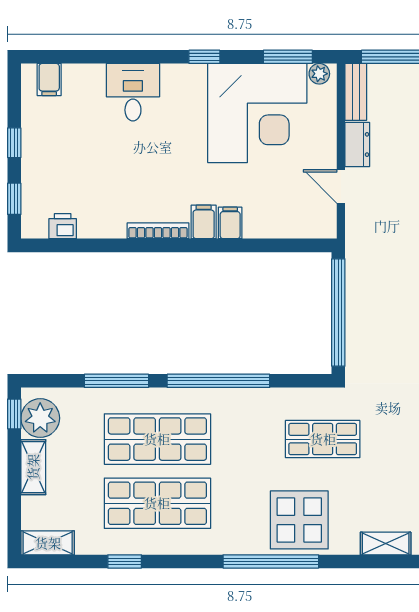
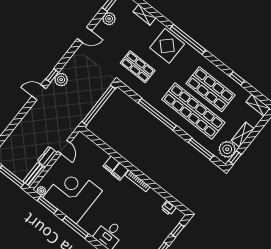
window: (204, 57) -> (75, 227), width x2.17
window: (116, 381) -> (201, 149), moved
shop shelf: (157, 439) -> (193, 111), width x1.40

